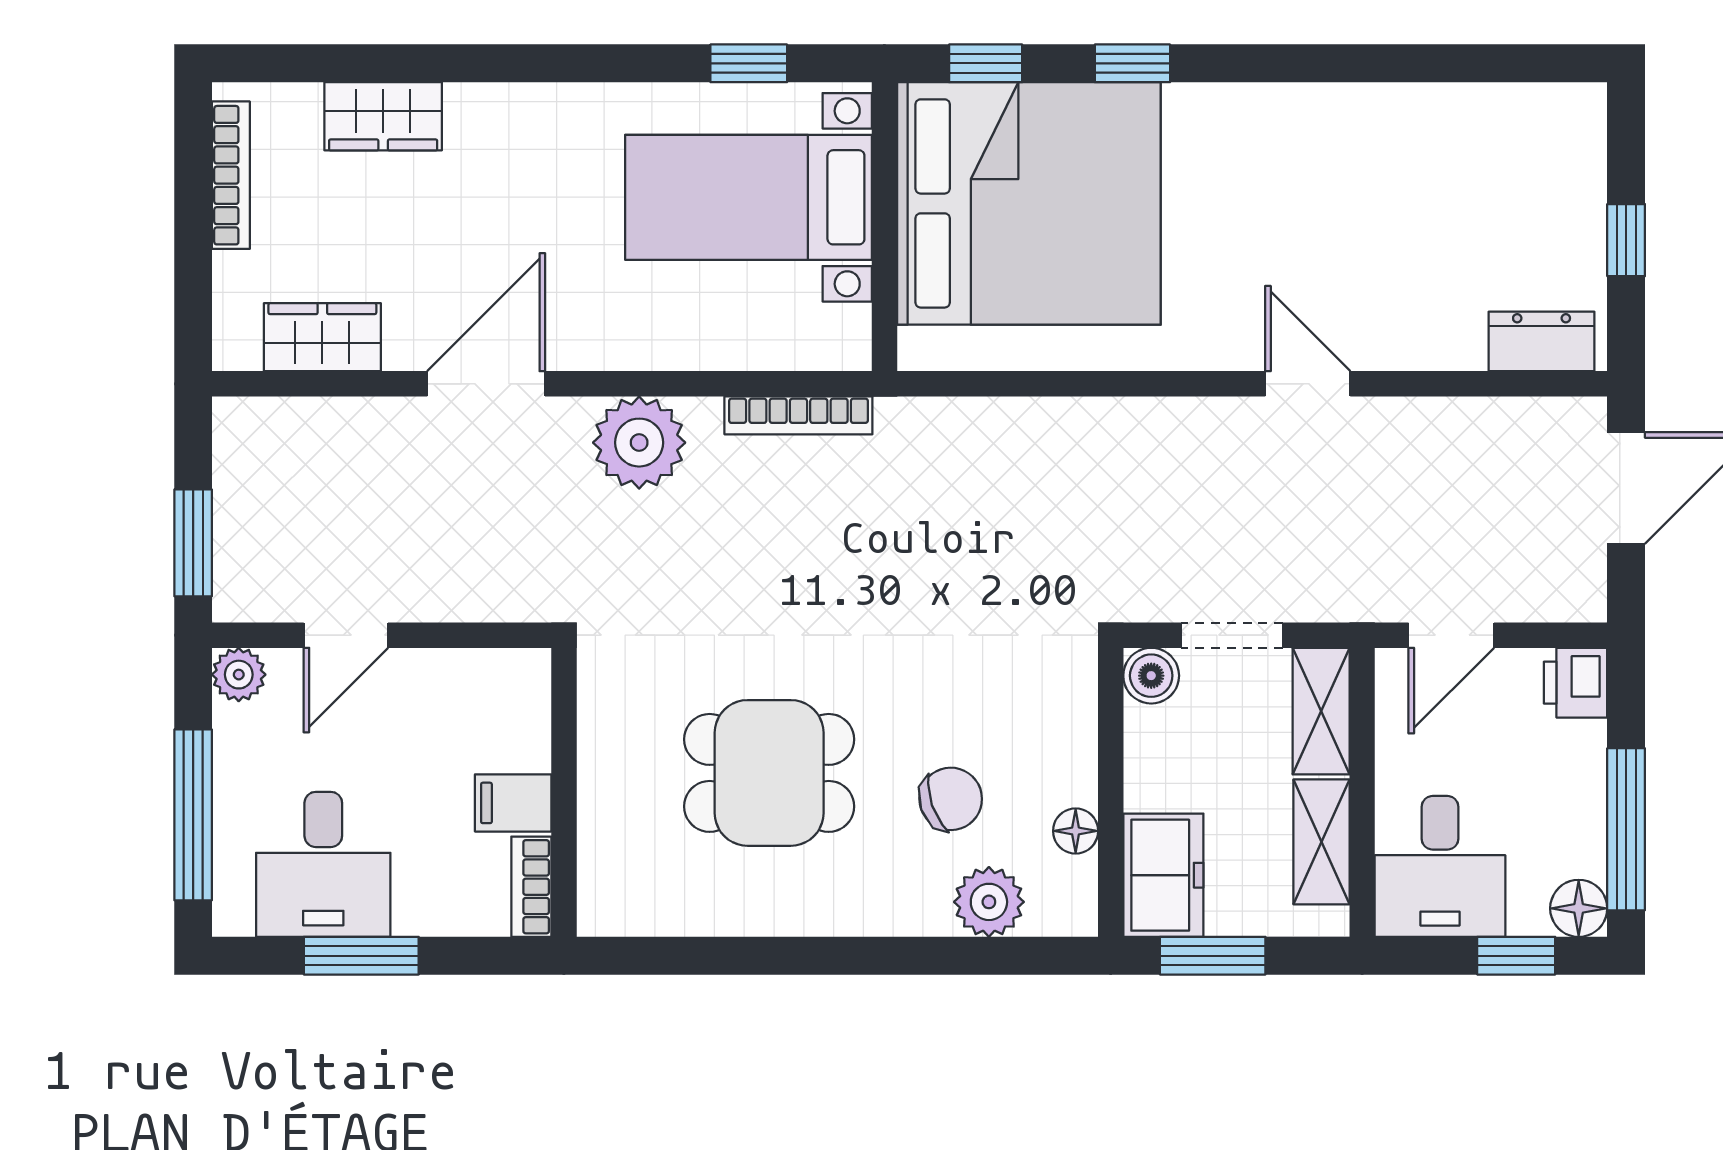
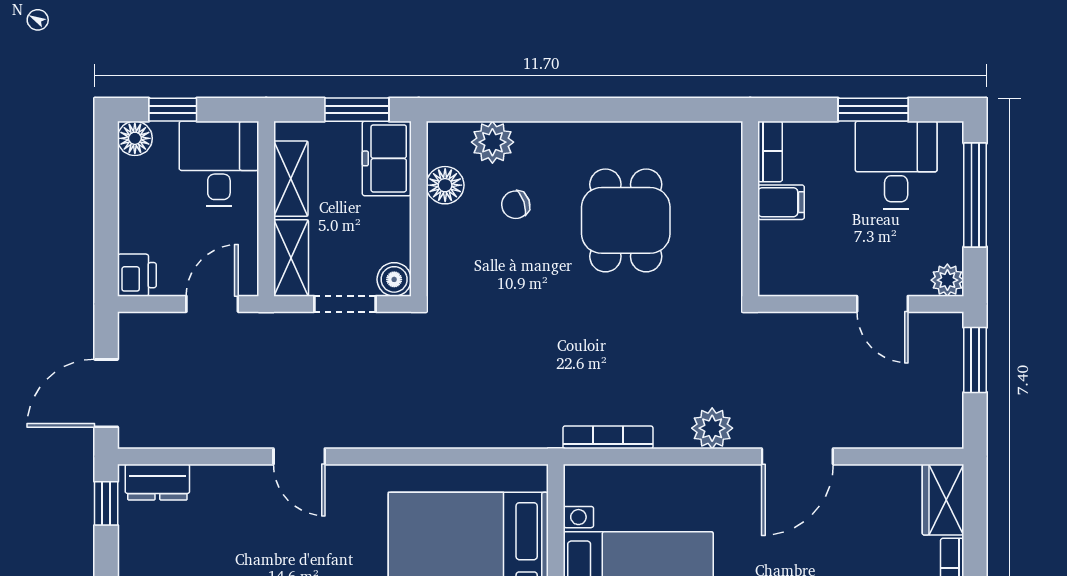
window: (1626, 240) -> (106, 503), moved
wardrobe: (322, 337) -> (943, 500), moved, turned 90
plant: (639, 443) -> (712, 428), width x0.73, depth x0.73
door: (346, 635) -> (882, 304), swing flipped
dining table: (769, 773) -> (626, 220), turned 90
chair: (951, 799) -> (516, 205), width x0.73, depth x0.73
window: (1626, 829) -> (106, 186), removed
floor lamp: (1076, 831) -> (445, 185), width x1.37, depth x1.37

